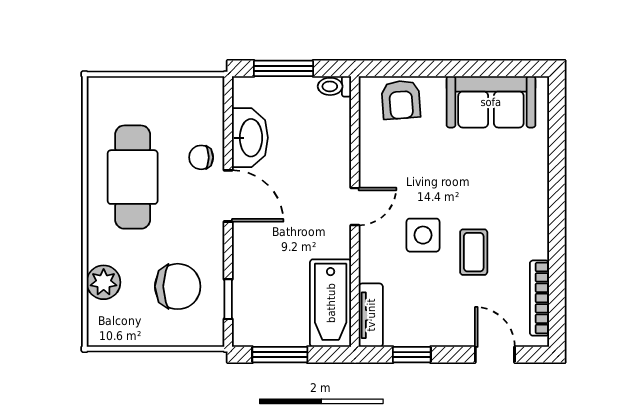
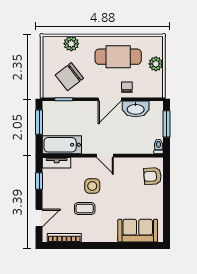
plant: (149, 92) -> (156, 64), added
sofa: (491, 102) -> (138, 231), moved, turned 90
chair: (178, 286) -> (69, 77), turned 52

